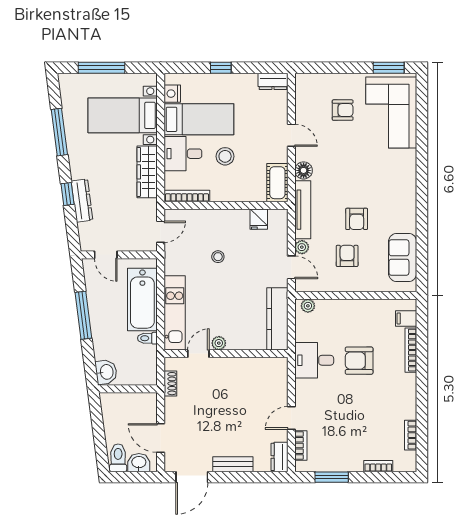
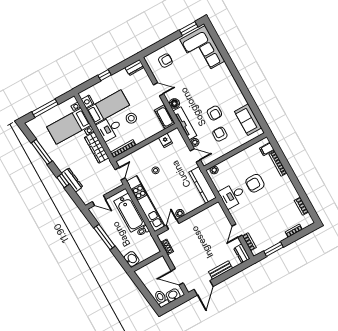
armchair: (343, 110) -> (165, 61), moved
kitchen unit: (175, 313) -> (146, 204), width x1.36

